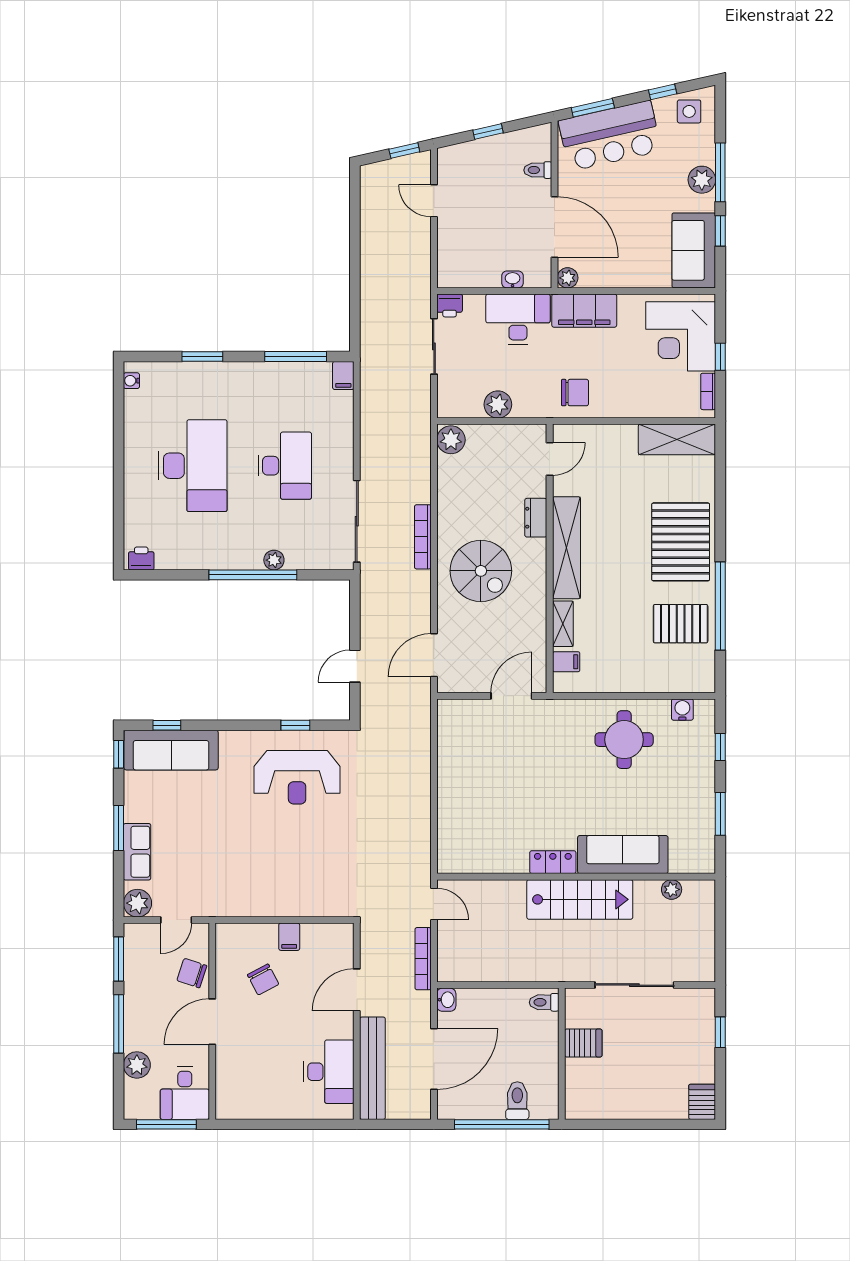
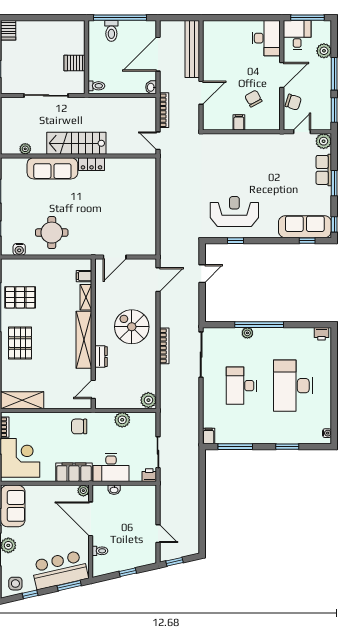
pallet: (681, 542) -> (20, 343), width x0.73, depth x0.71
desk: (329, 1072) -> (266, 38), moved, turned 180

